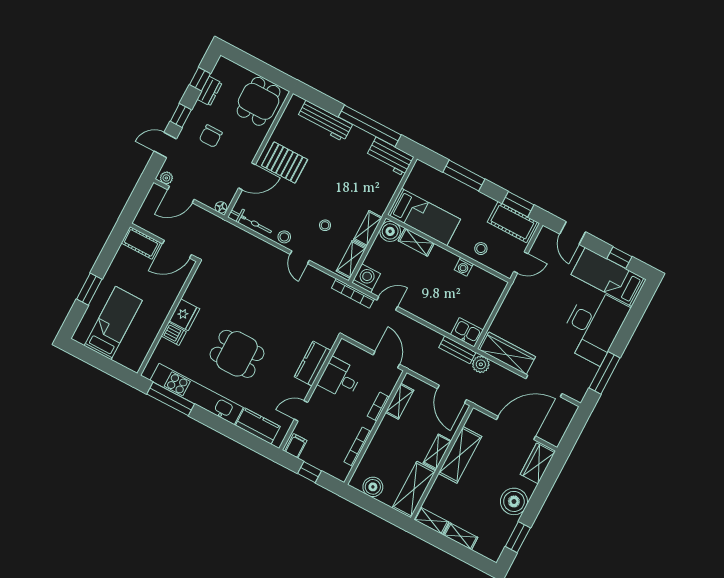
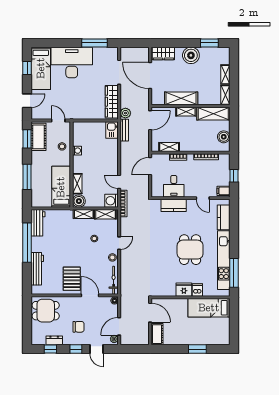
door: (181, 195) -> (119, 326), swing flipped
bed: (113, 323) -> (209, 308), moved

